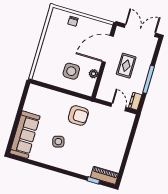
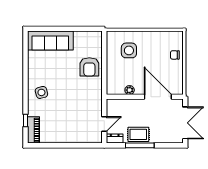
rug: (126, 66) -> (138, 134), moved
side table: (71, 71) -> (129, 50), moved
armchair: (78, 115) -> (89, 67), moved
side table: (58, 142) -> (41, 92), moved

